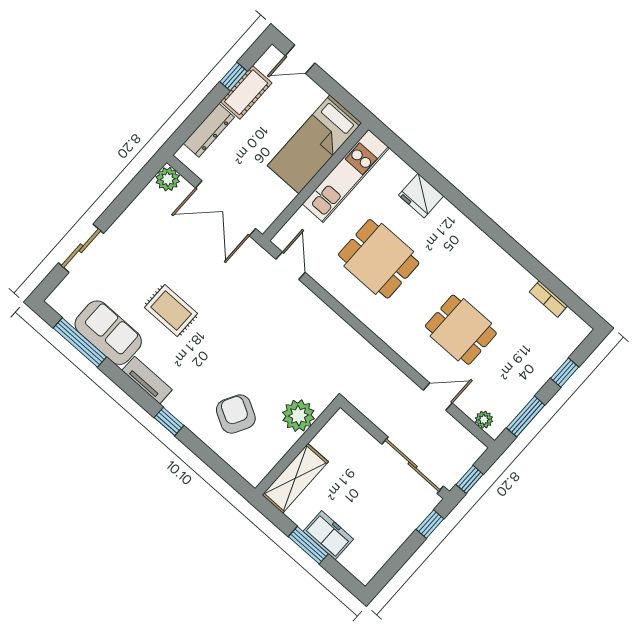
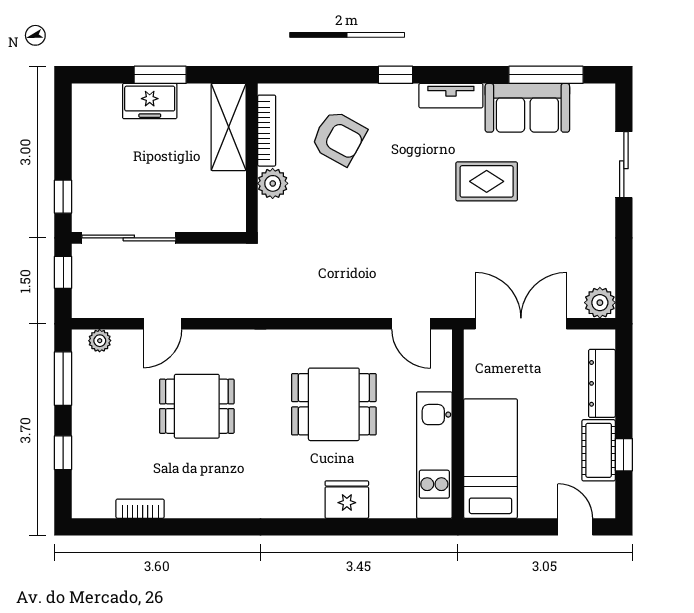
door: (300, 59) -> (575, 527), hinge flipped
plant: (298, 416) -> (273, 183), width x0.73, depth x0.73
bookcase: (275, 456) -> (267, 131), added

